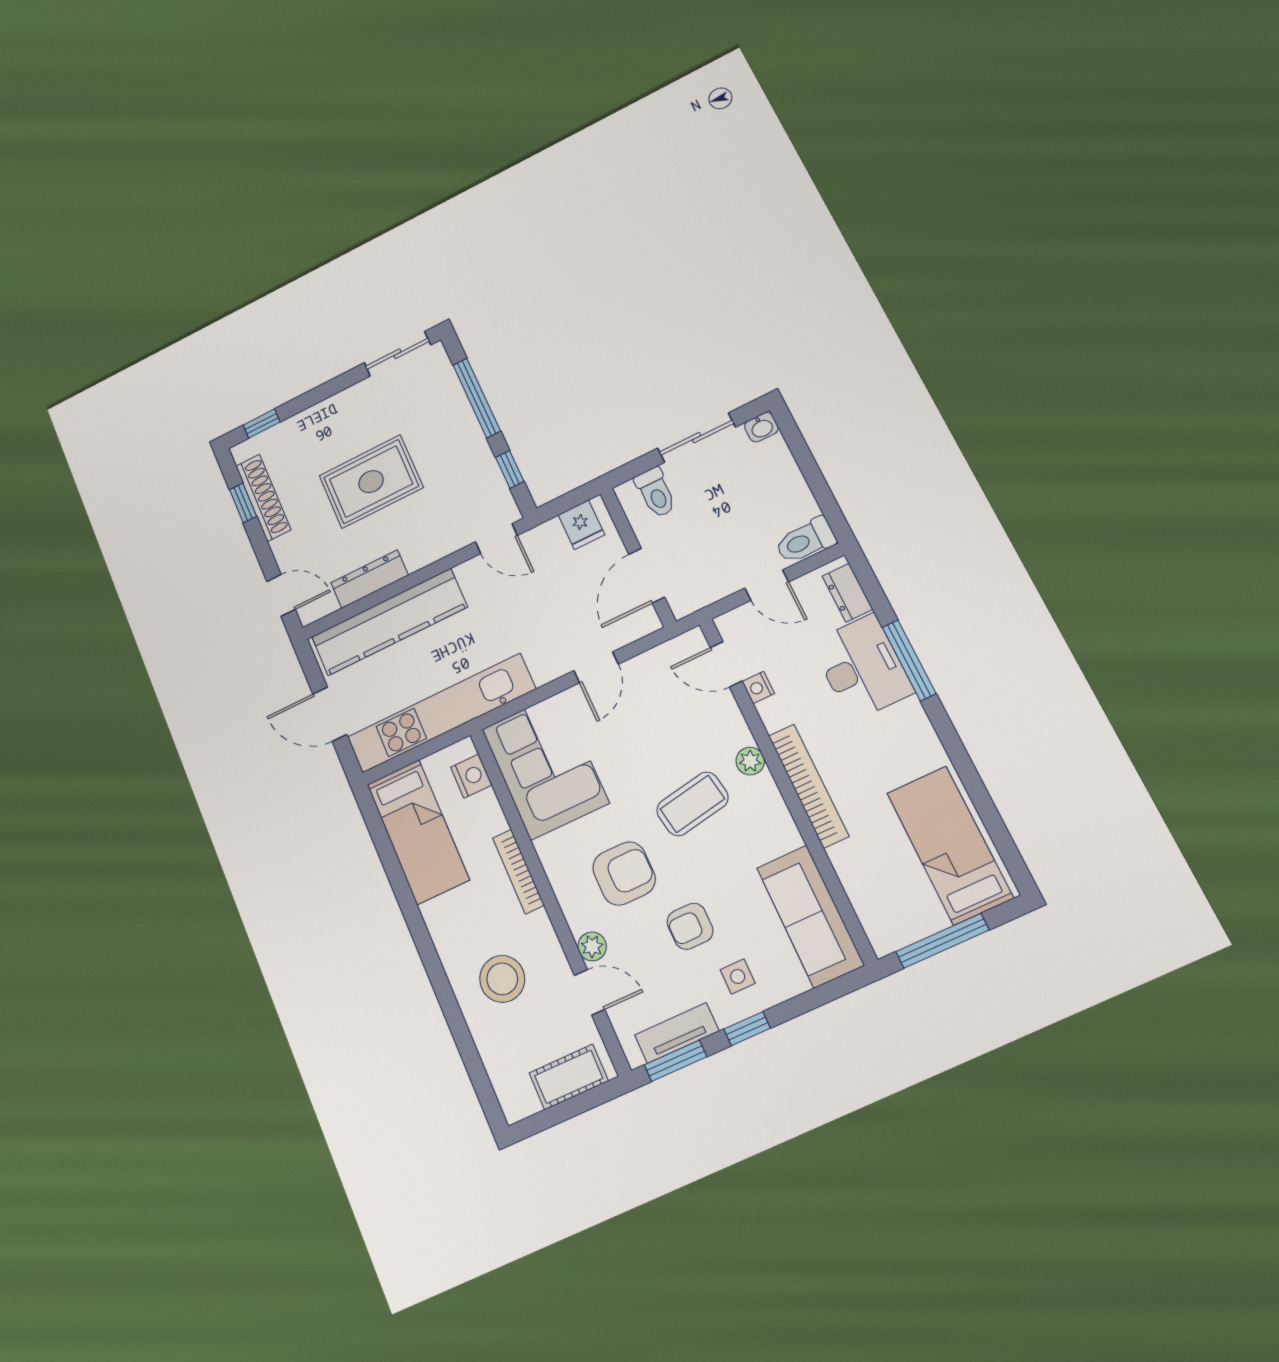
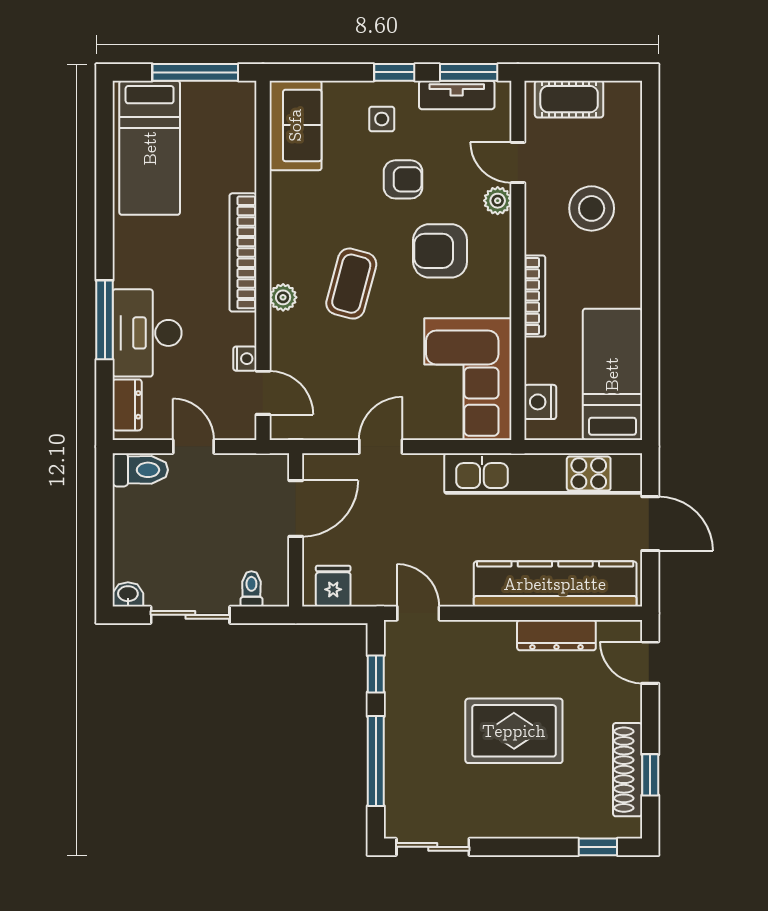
toilet: (656, 493) -> (251, 589), width x0.73, depth x0.72
coffee table: (692, 804) -> (351, 284), turned -65
sofa: (810, 916) -> (295, 125), width x0.73

